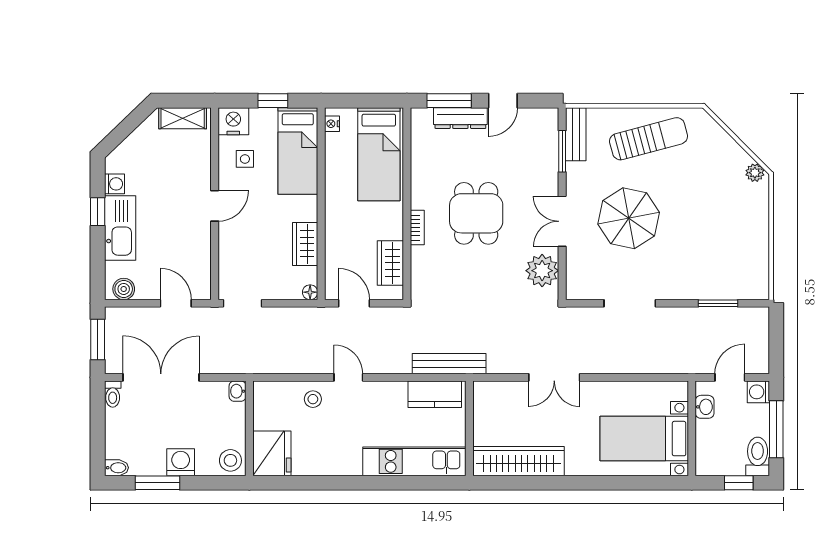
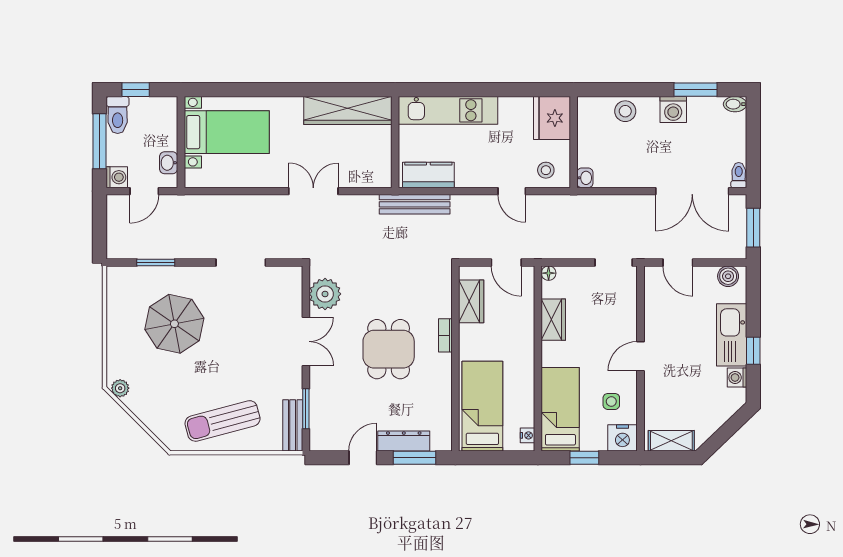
parasol: (629, 218) -> (174, 324), moved
washbasin: (238, 391) -> (585, 178), moved
wall: (249, 428) -> (574, 142), moved
fridge: (272, 453) -> (552, 118), moved

